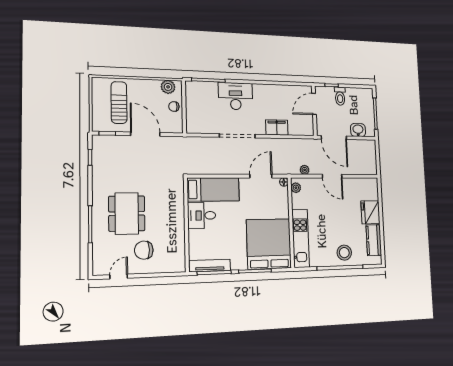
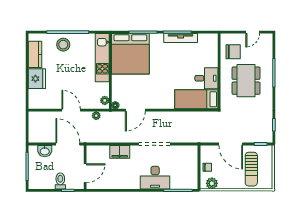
bed: (213, 189) -> (196, 99), moved
desk: (202, 215) -> (206, 78), moved
wall: (186, 224) -> (219, 71), moved

